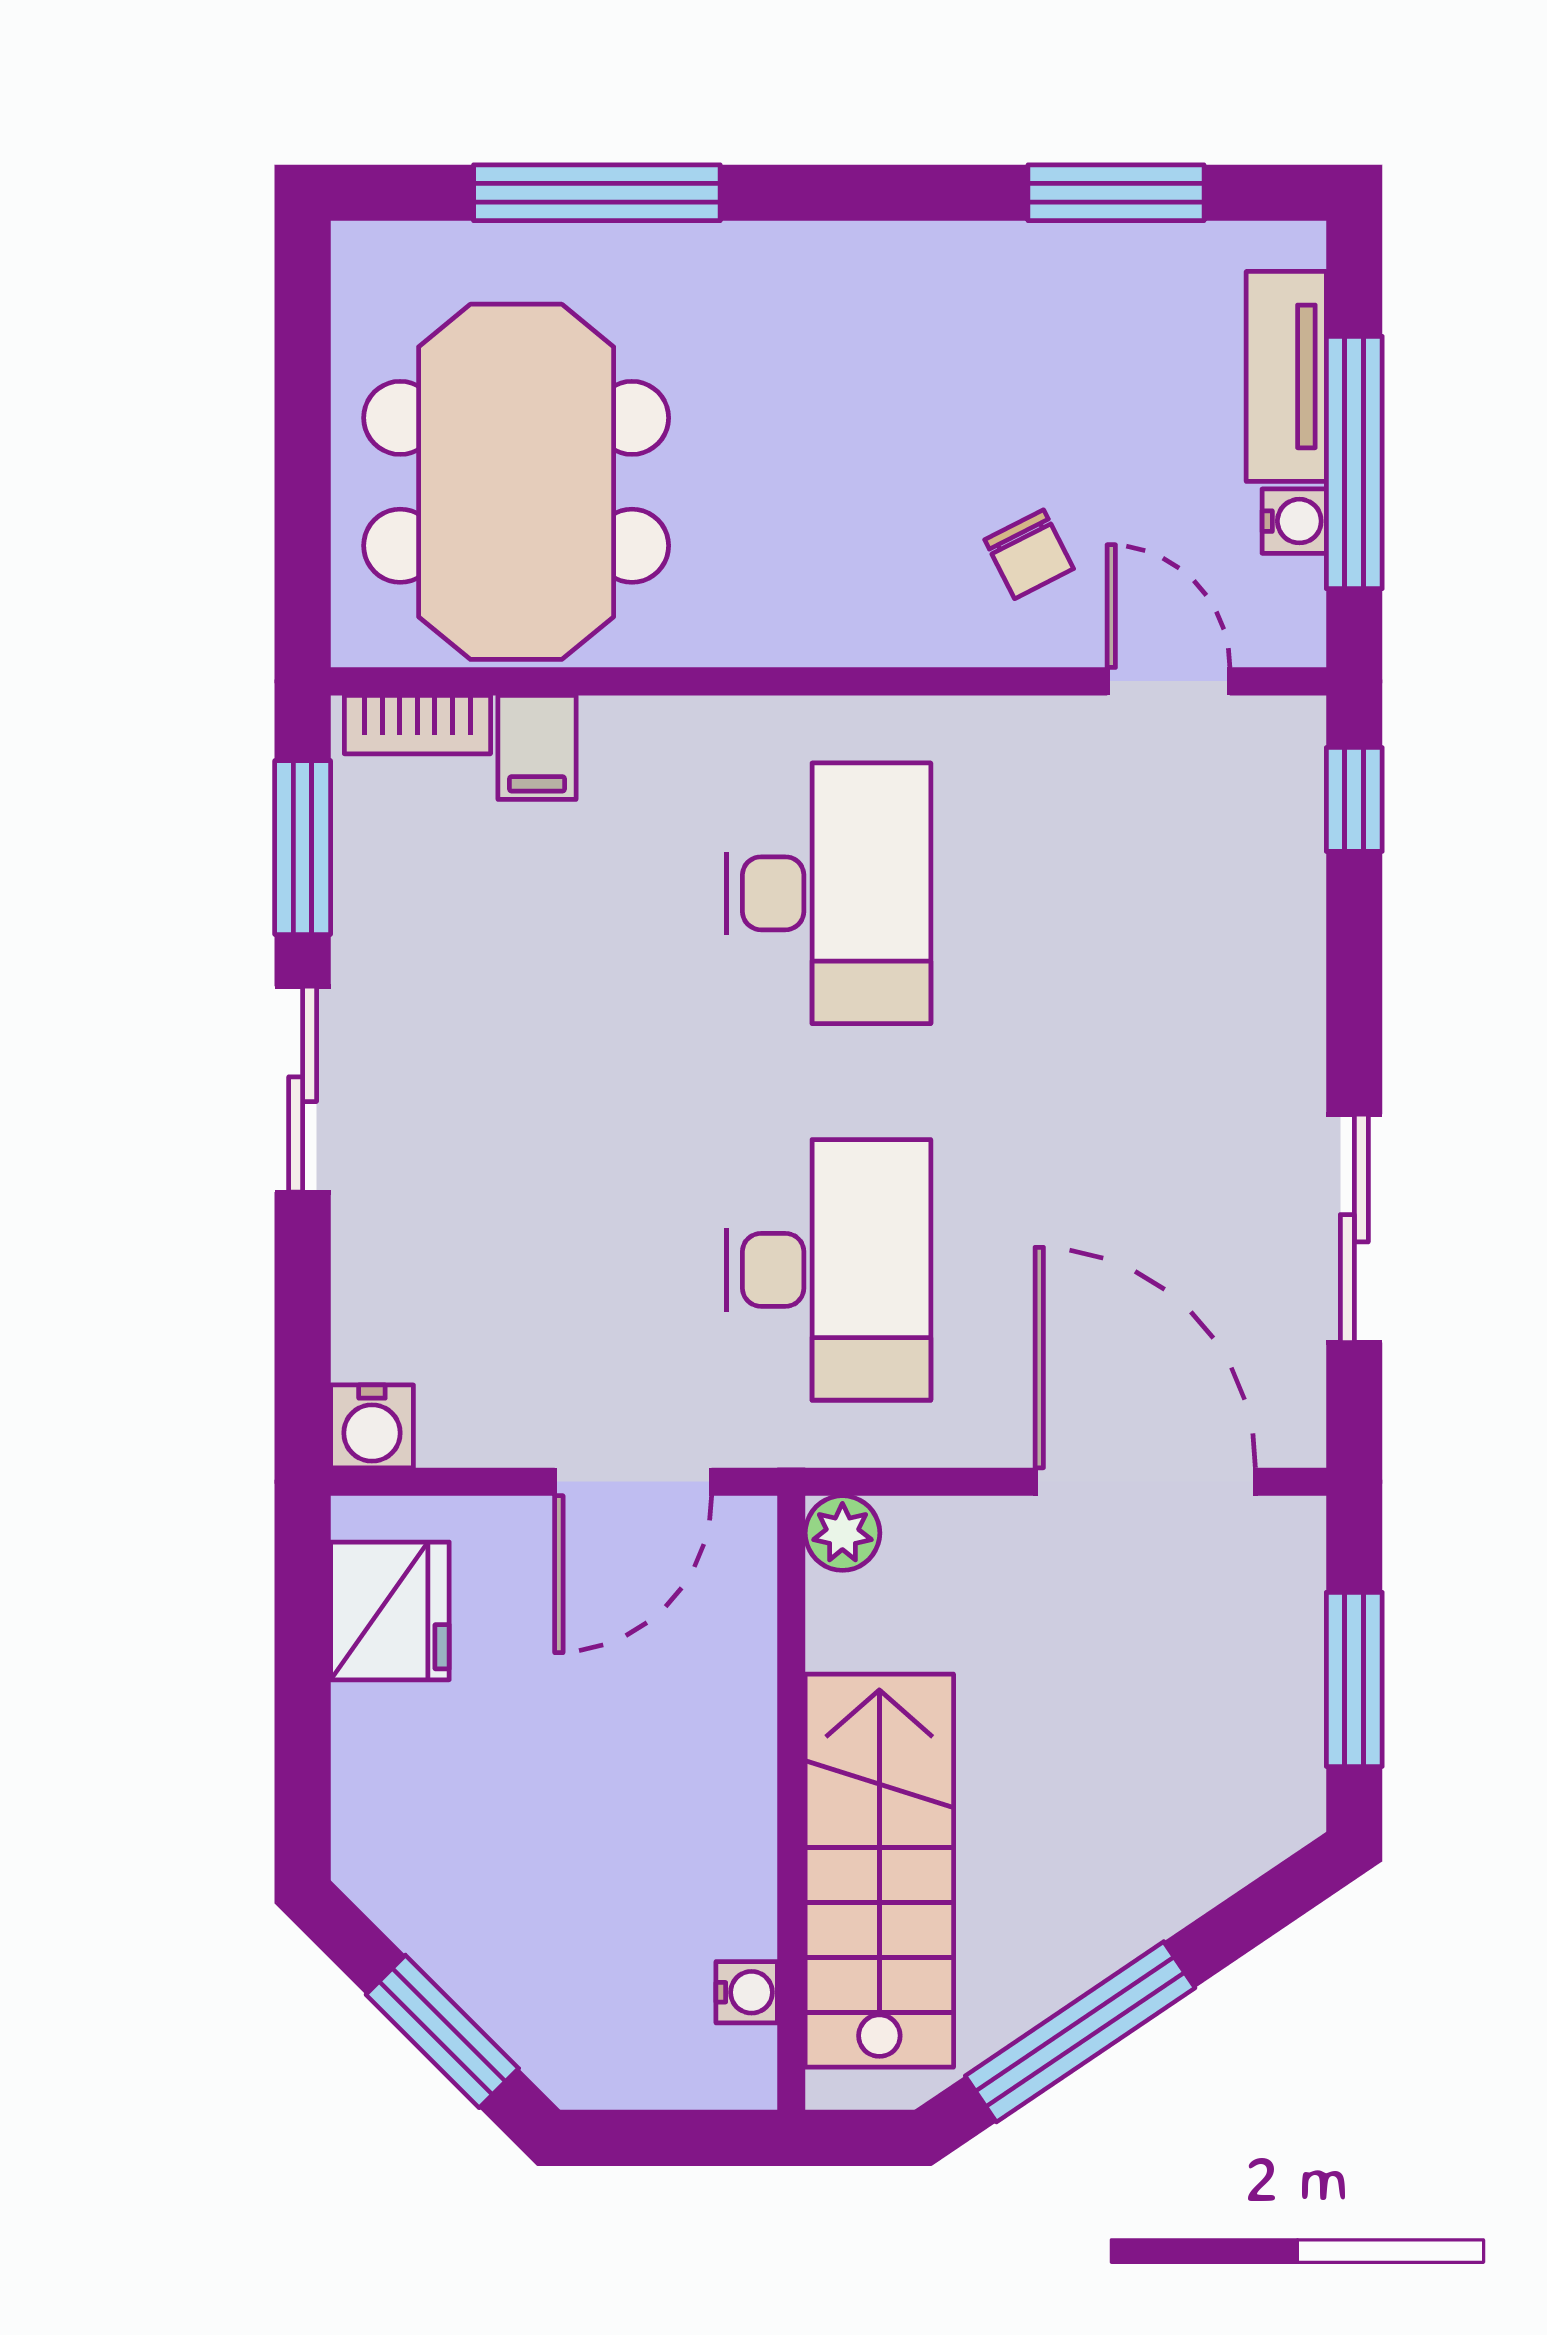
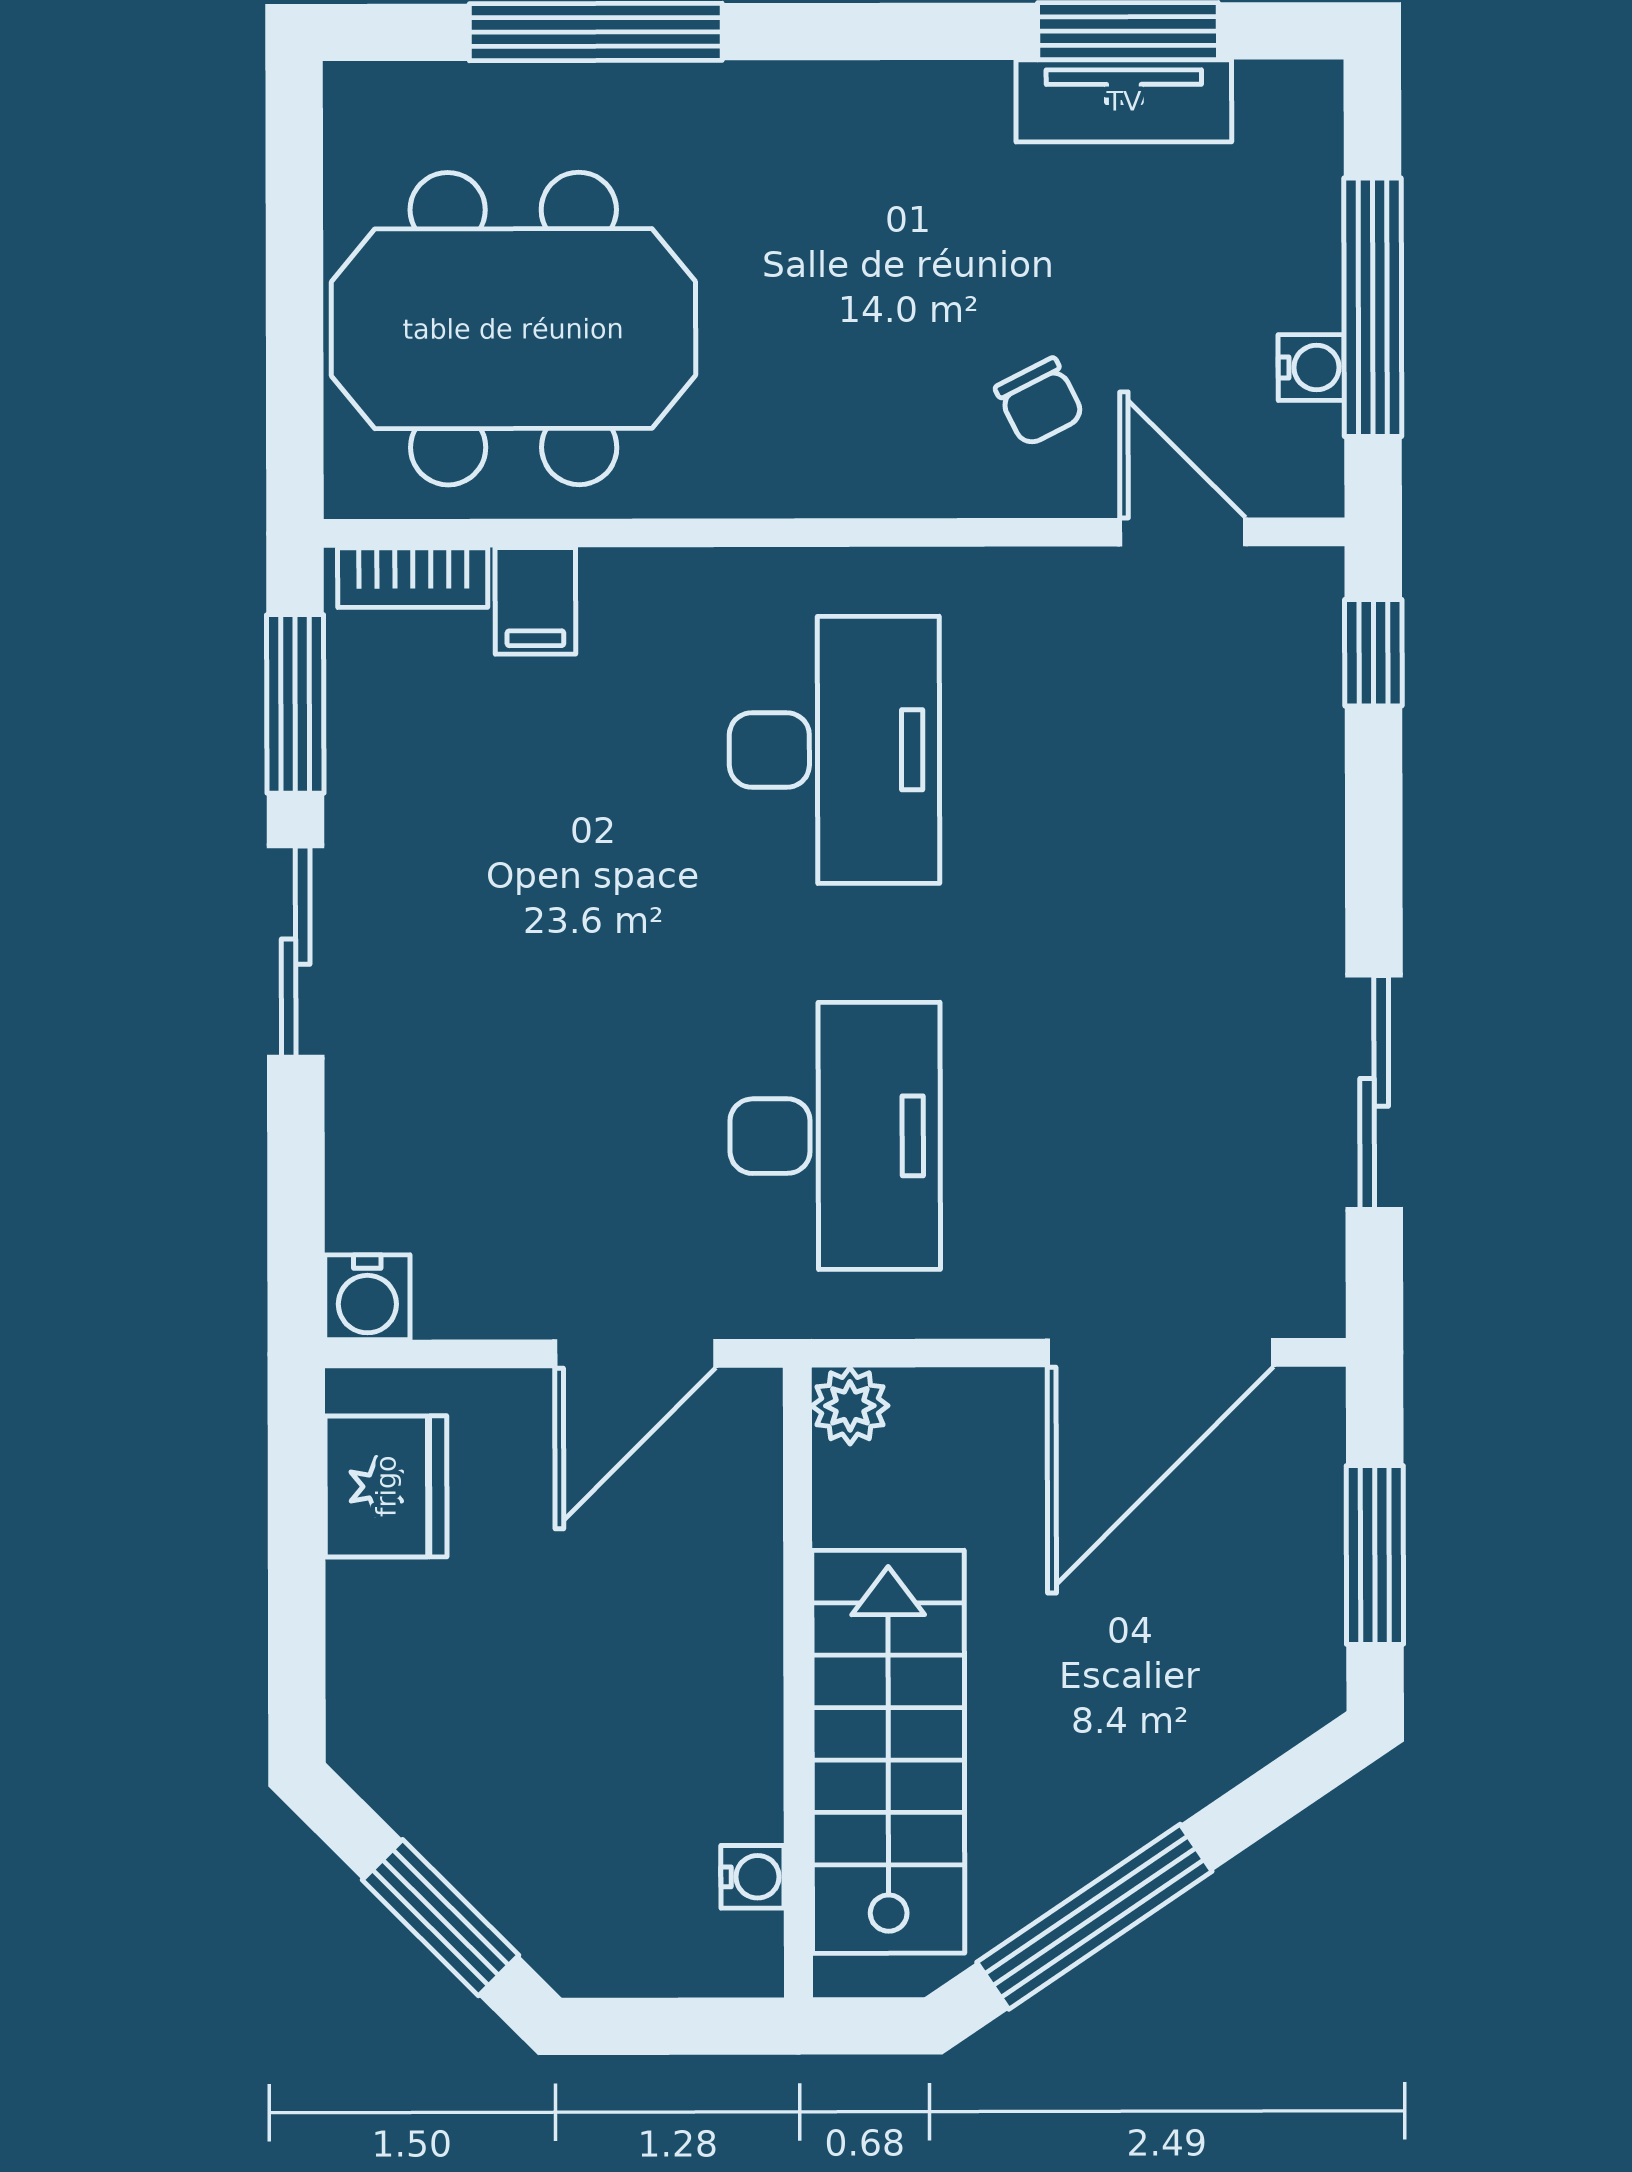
tv unit: (1286, 376) -> (1124, 101), moved, turned -90
meeting table: (516, 482) -> (513, 329), turned 90
door: (1145, 1482) -> (1160, 1353), swing flipped

